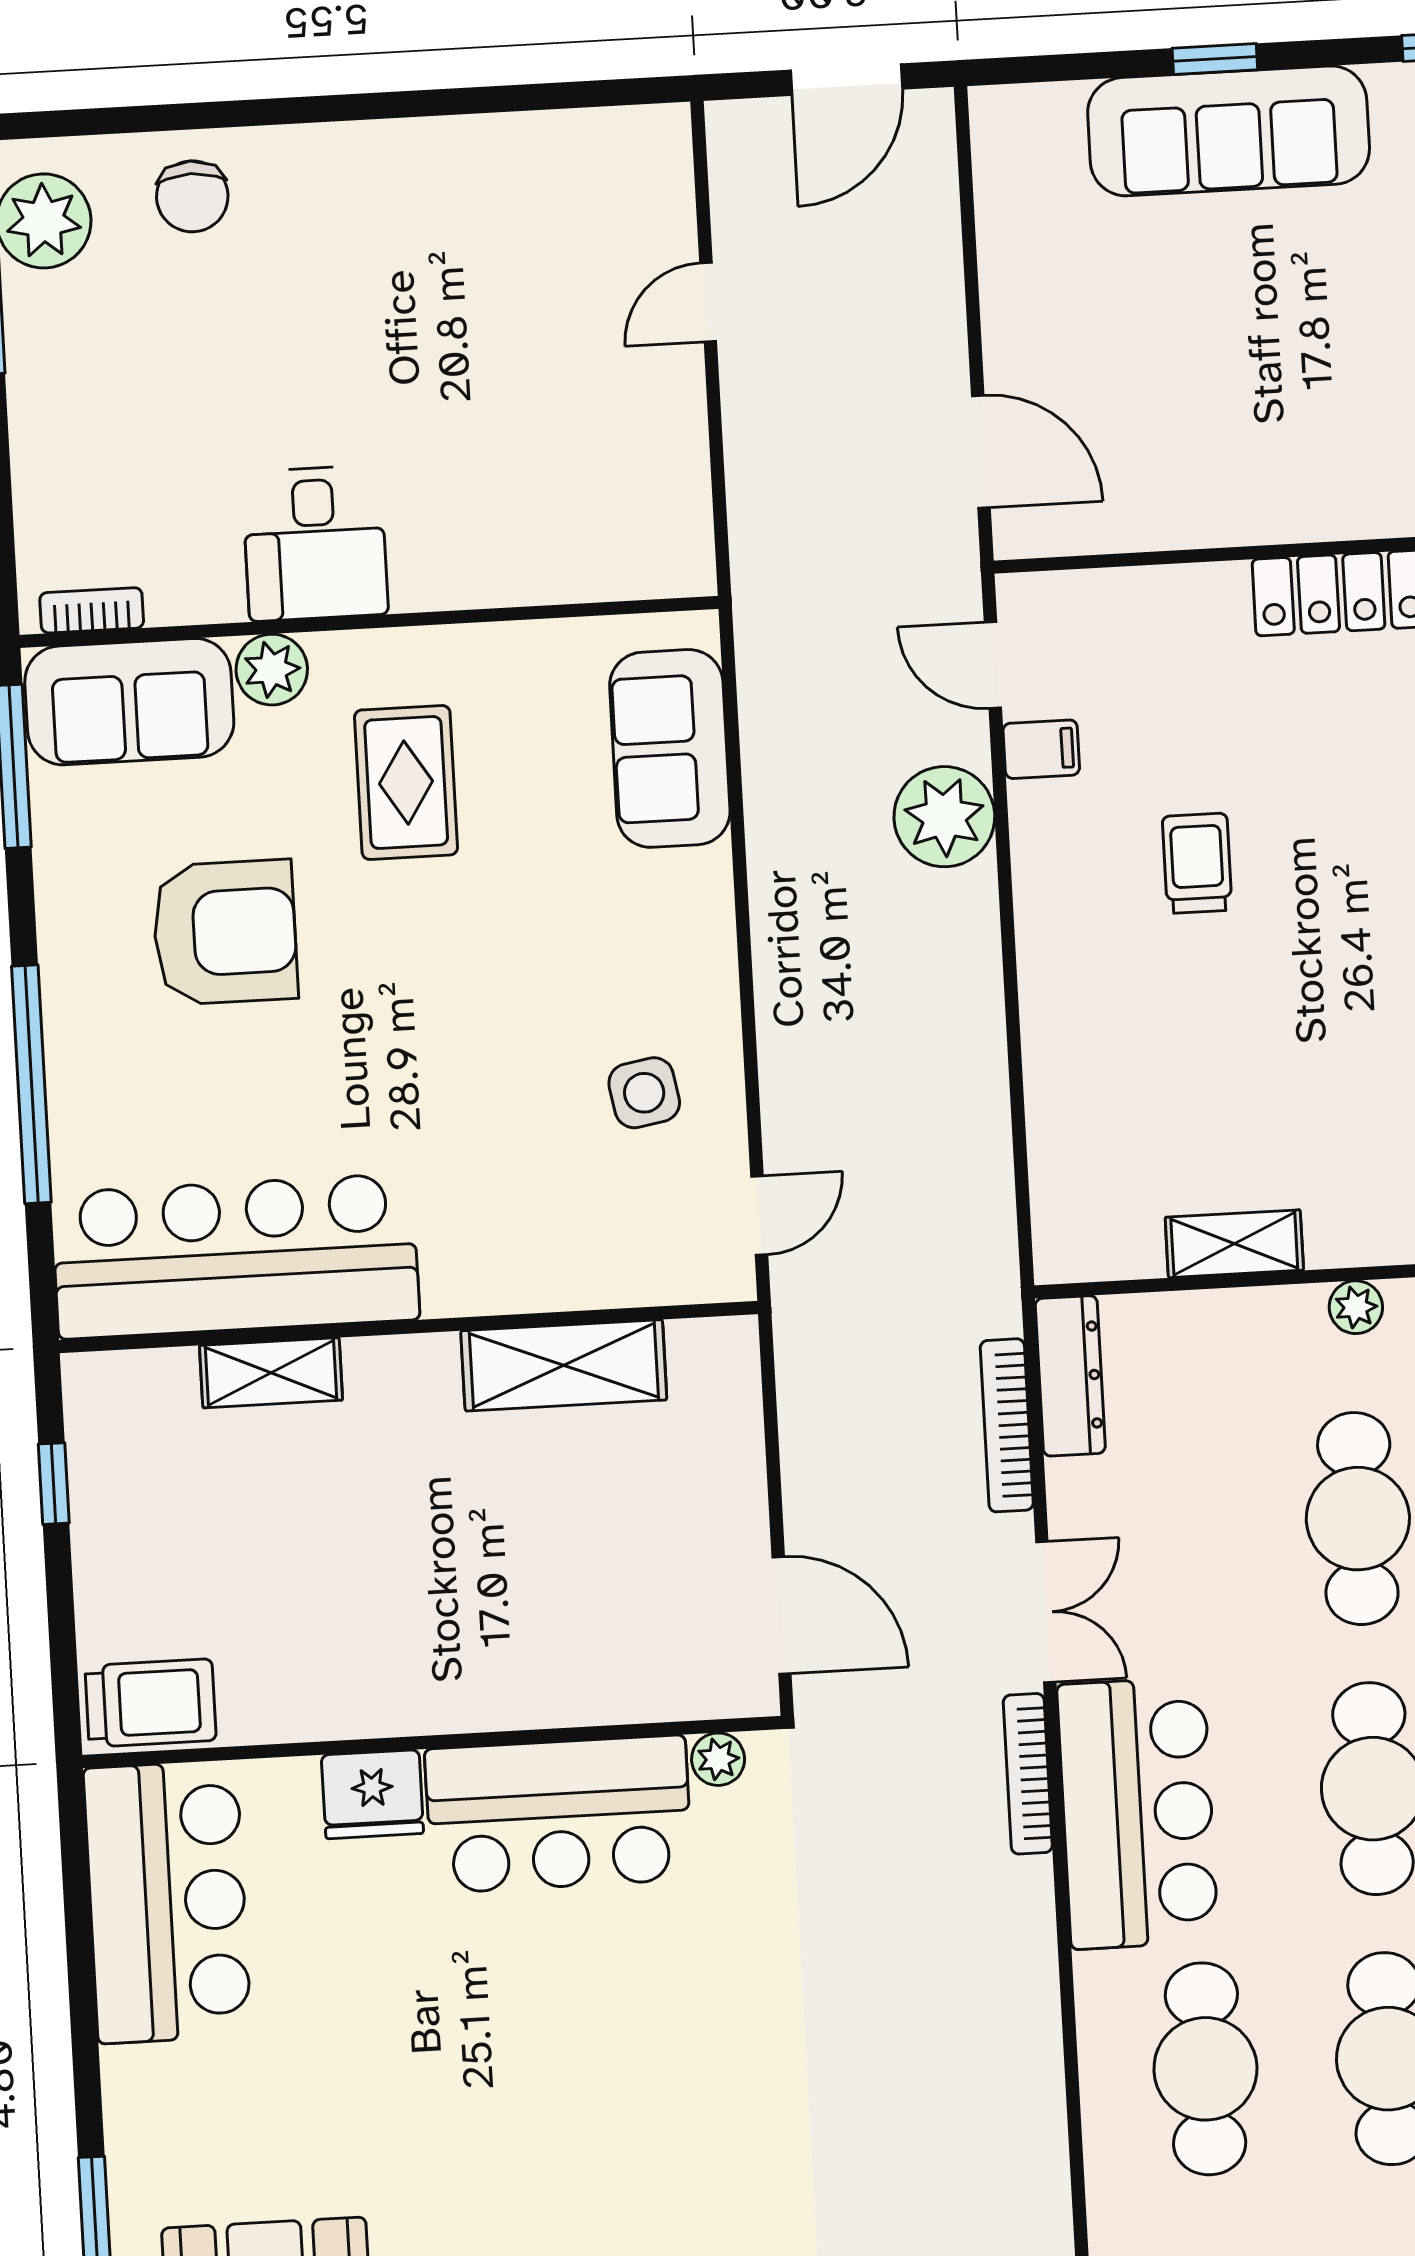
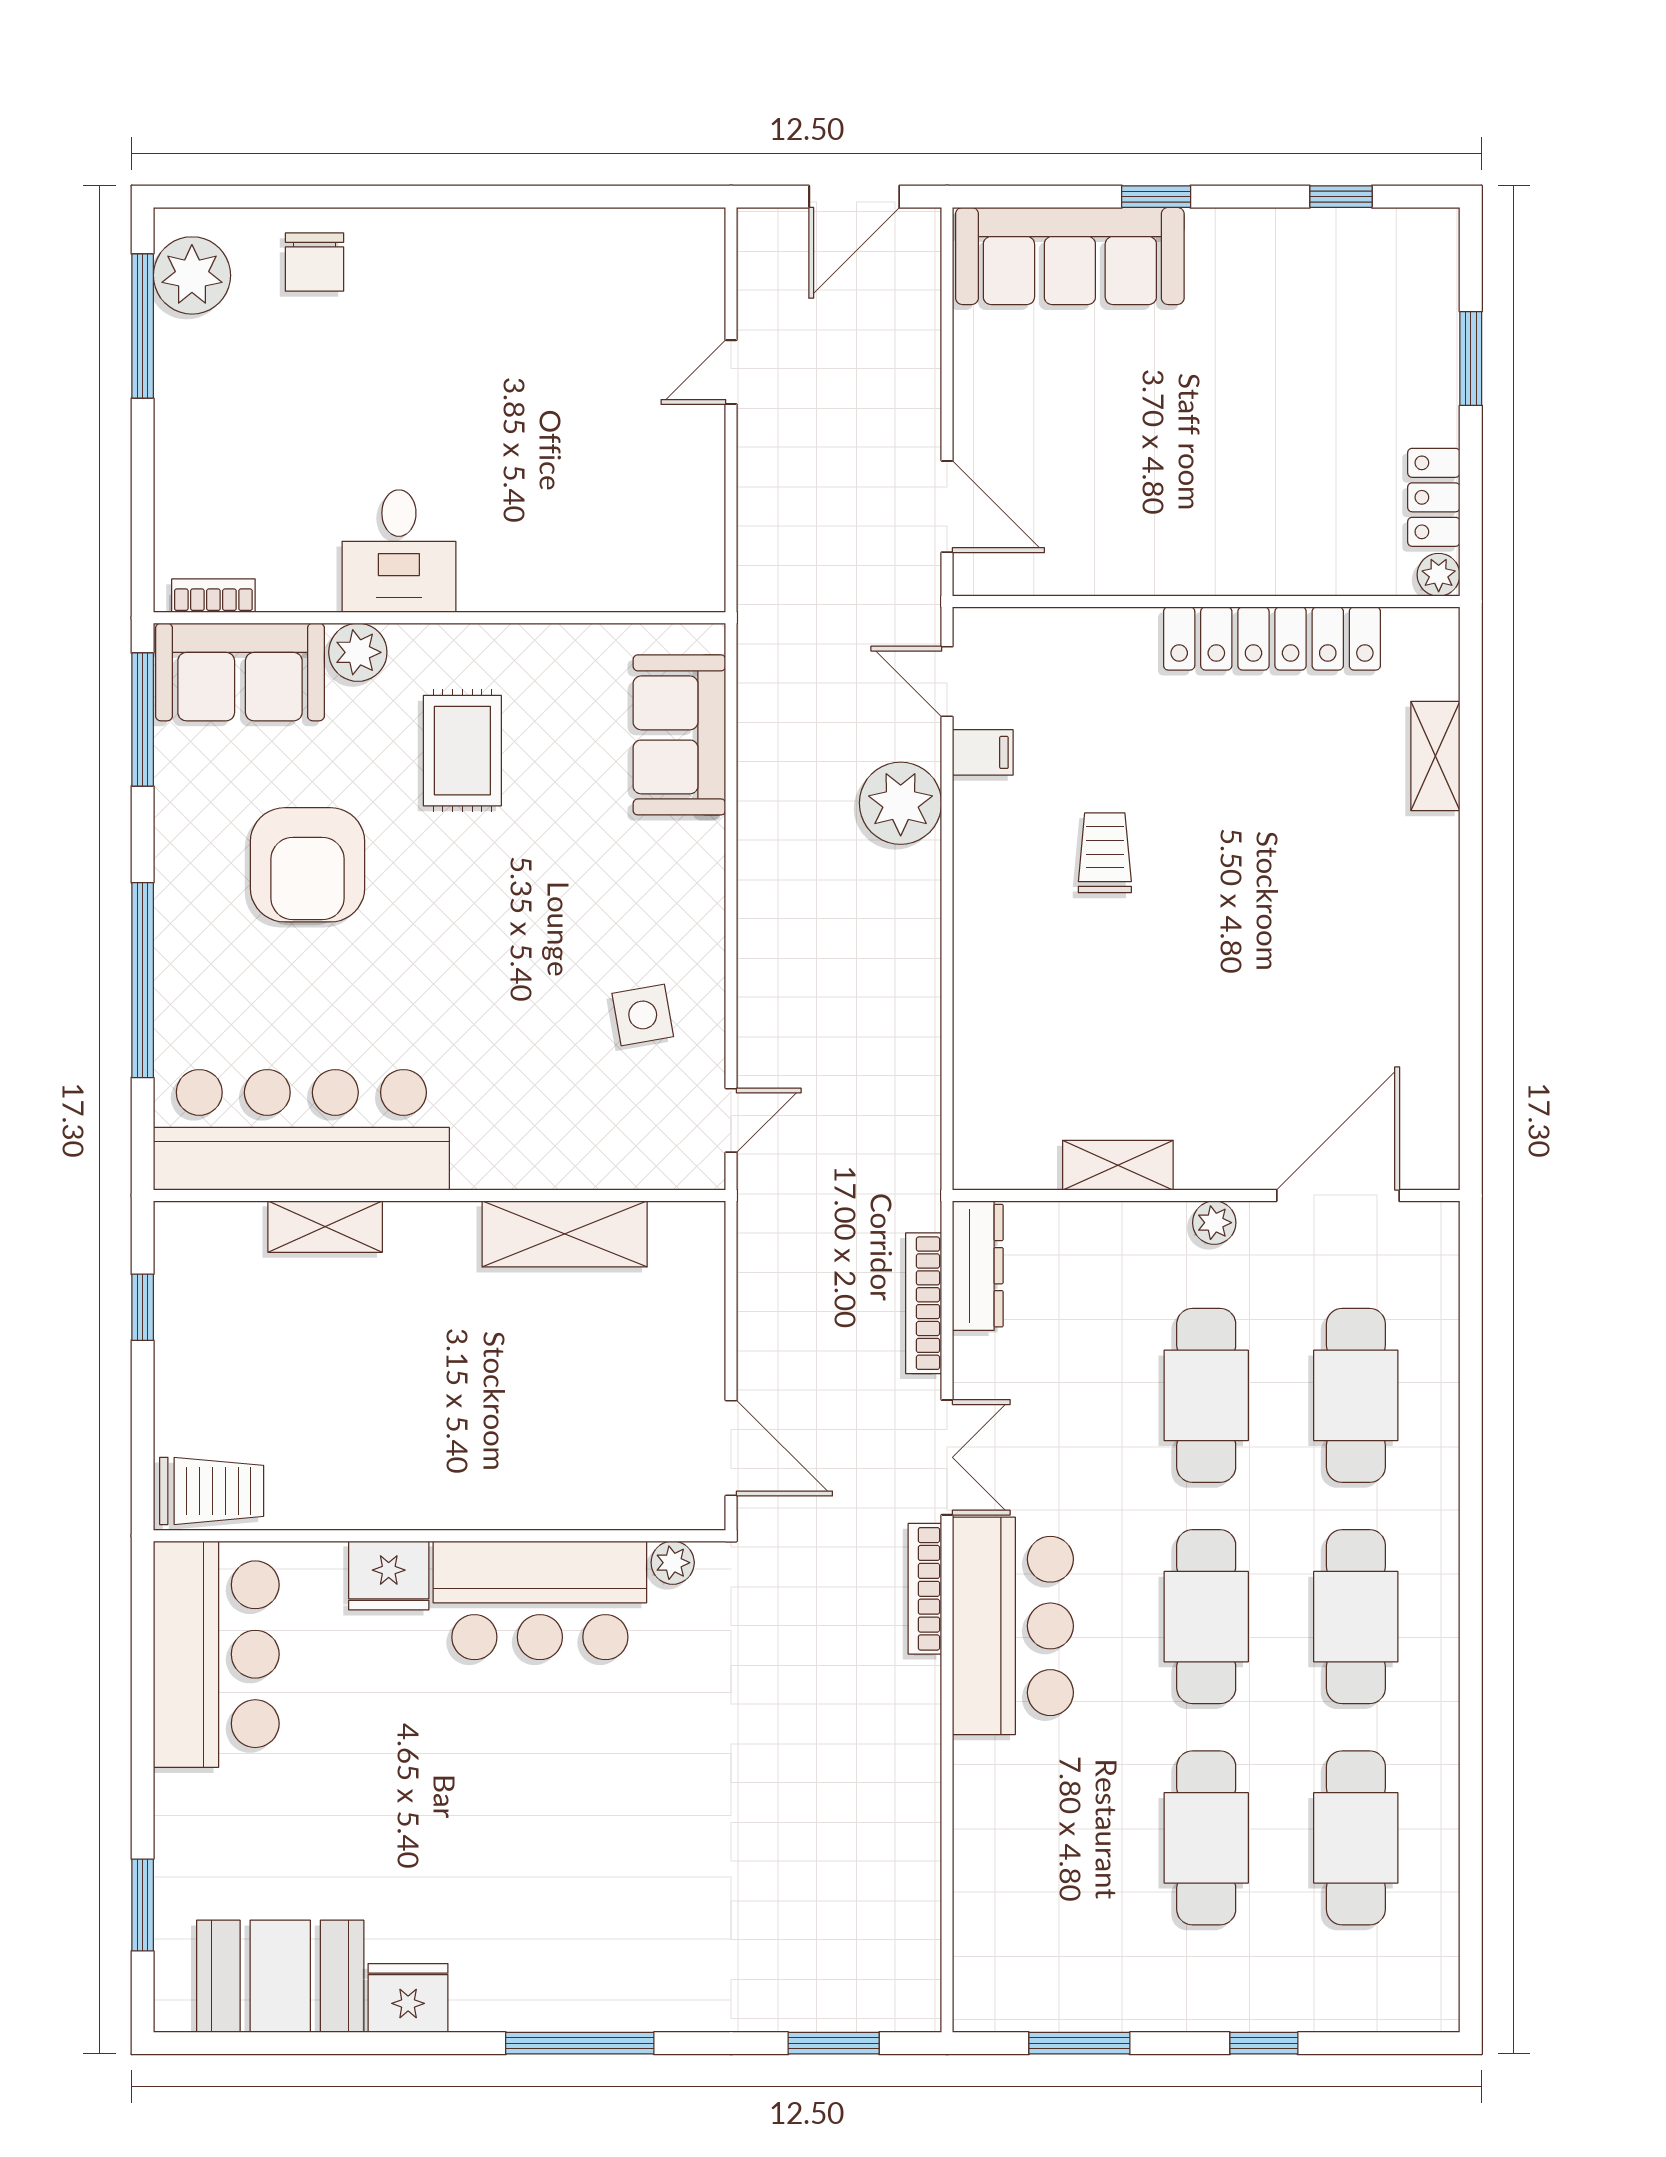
sofa: (1229, 131) -> (1070, 256), moved
armchair: (225, 932) -> (308, 865), turned 90
cafe table: (1205, 2069) -> (1057, 1838), removed

